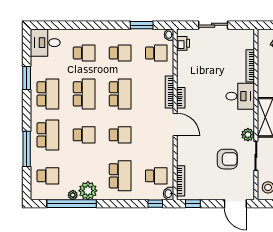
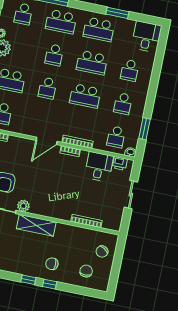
desk: (240, 96) -> (99, 167), moved, turned 180

